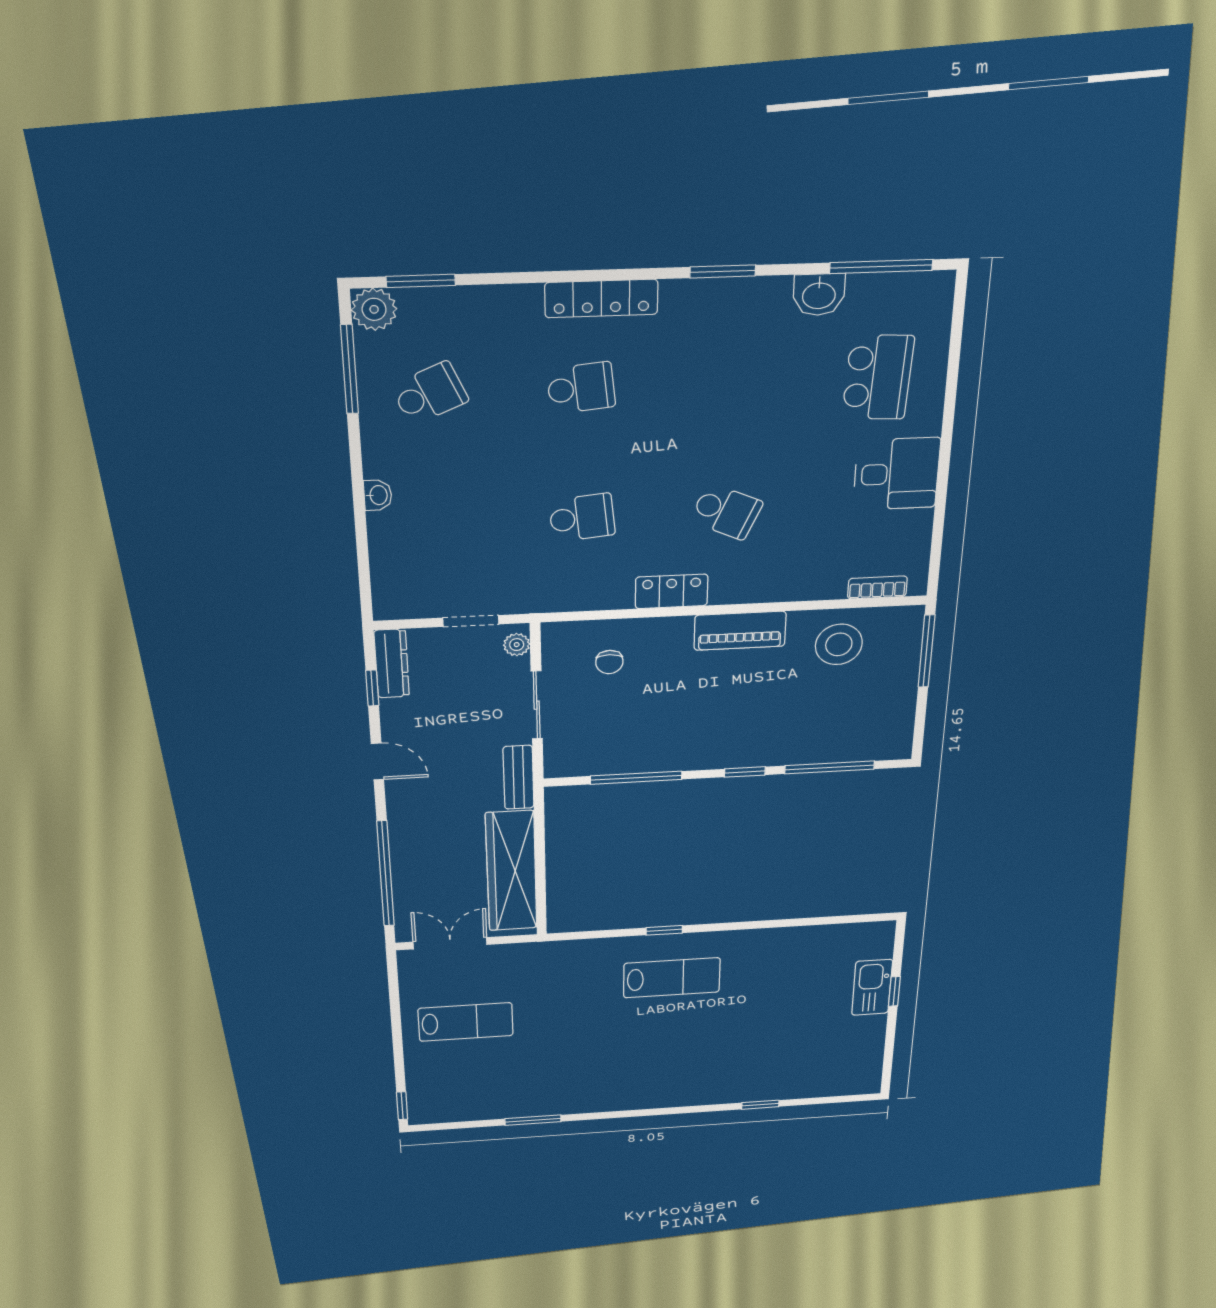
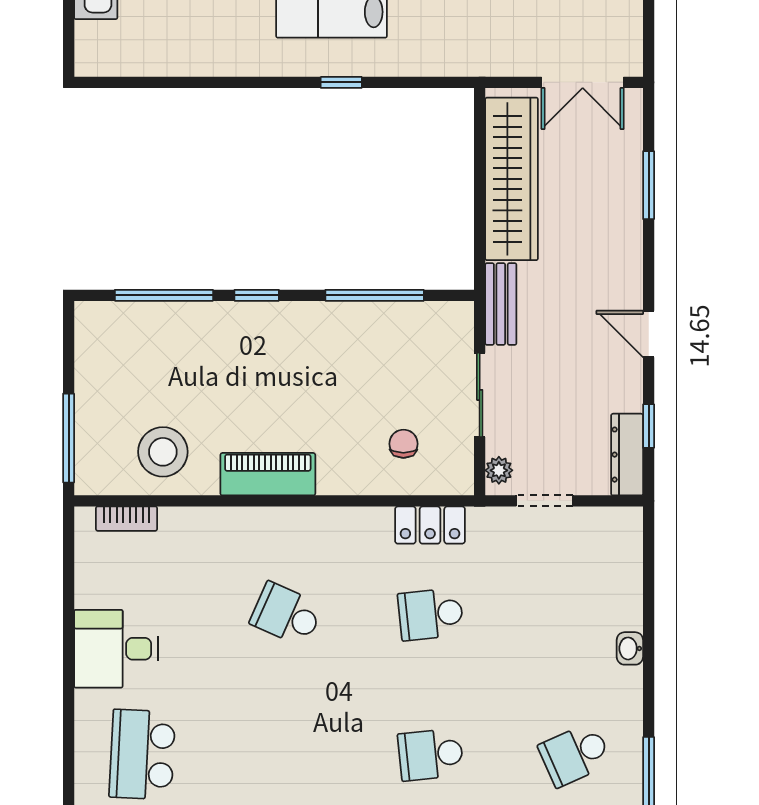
locker: (671, 591) -> (430, 525), moved
window: (385, 874) -> (649, 185), width x0.47

